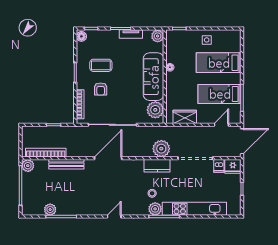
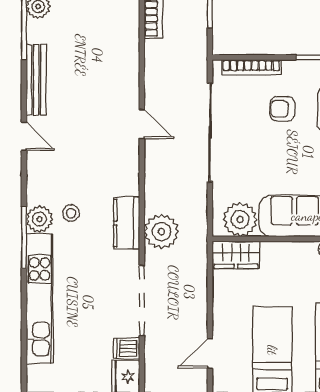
wardrobe: (185, 117) -> (236, 255), moved, turned 90
door: (221, 125) -> (210, 353), swing flipped
door: (108, 158) -> (142, 124), width x0.53
bench: (66, 164) -> (36, 80), moved

